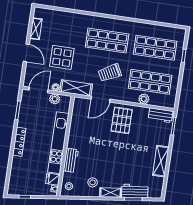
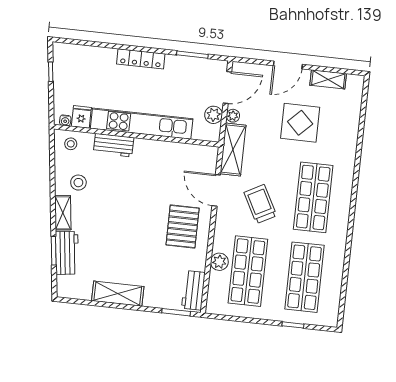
display table: (62, 57) -> (300, 123), moved
door: (38, 90) -> (227, 87), hinge flipped
pallet: (122, 120) -> (183, 227), turned 90

